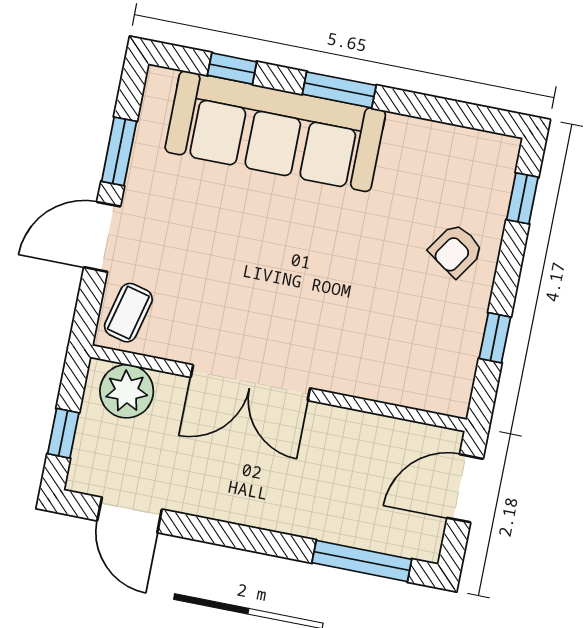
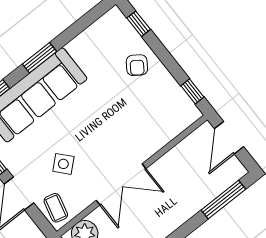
side table: (206, 267) -> (63, 164), added
window: (495, 338) -> (192, 91), moved

